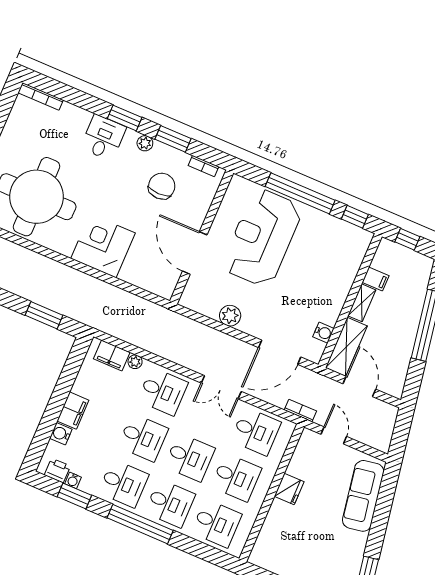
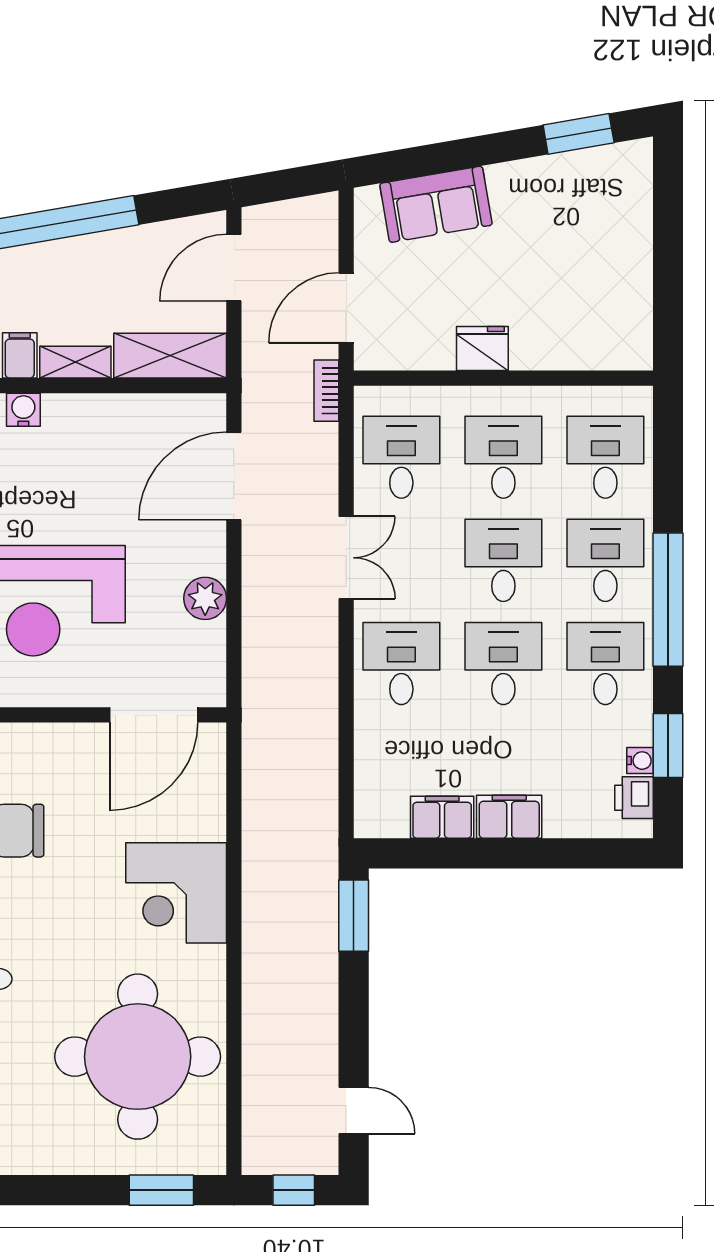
door: (195, 253) -> (154, 715), moved
window: (44, 315) -> (354, 916), moved
water cooler: (323, 333) -> (23, 410), moved
door: (280, 352) -> (234, 476), swing flipped
filing cabinet: (112, 355) -> (442, 817), moved, turned -90
plant: (135, 362) -> (368, 739), removed
door: (359, 386) -> (234, 268), moved
water cooler: (61, 434) -> (562, 821), removed
door: (334, 435) -> (346, 308), width x1.38
sofa: (363, 496) -> (436, 204), width x0.73

